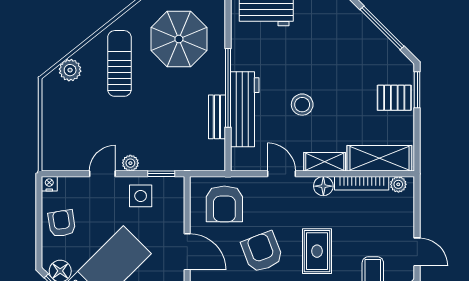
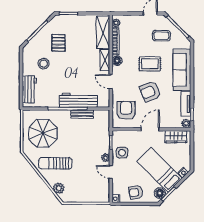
pallet: (394, 98) -> (58, 43), moved
stool: (302, 105) -> (44, 64), moved
door: (282, 174) -> (111, 82), hinge flipped
armchair: (224, 204) -> (126, 110), turned -90

